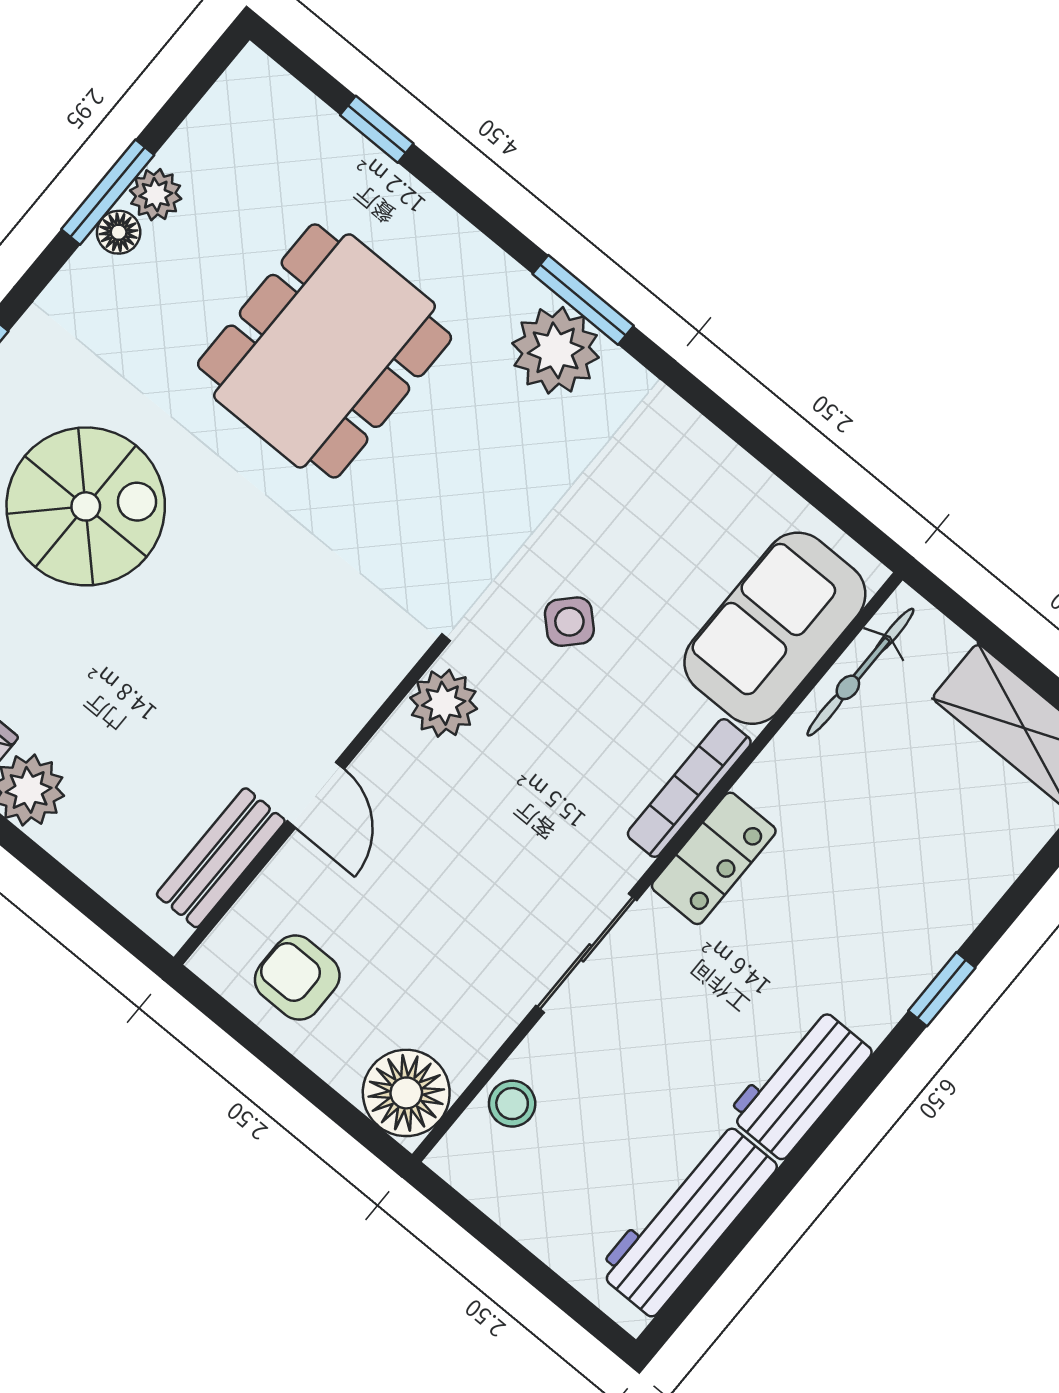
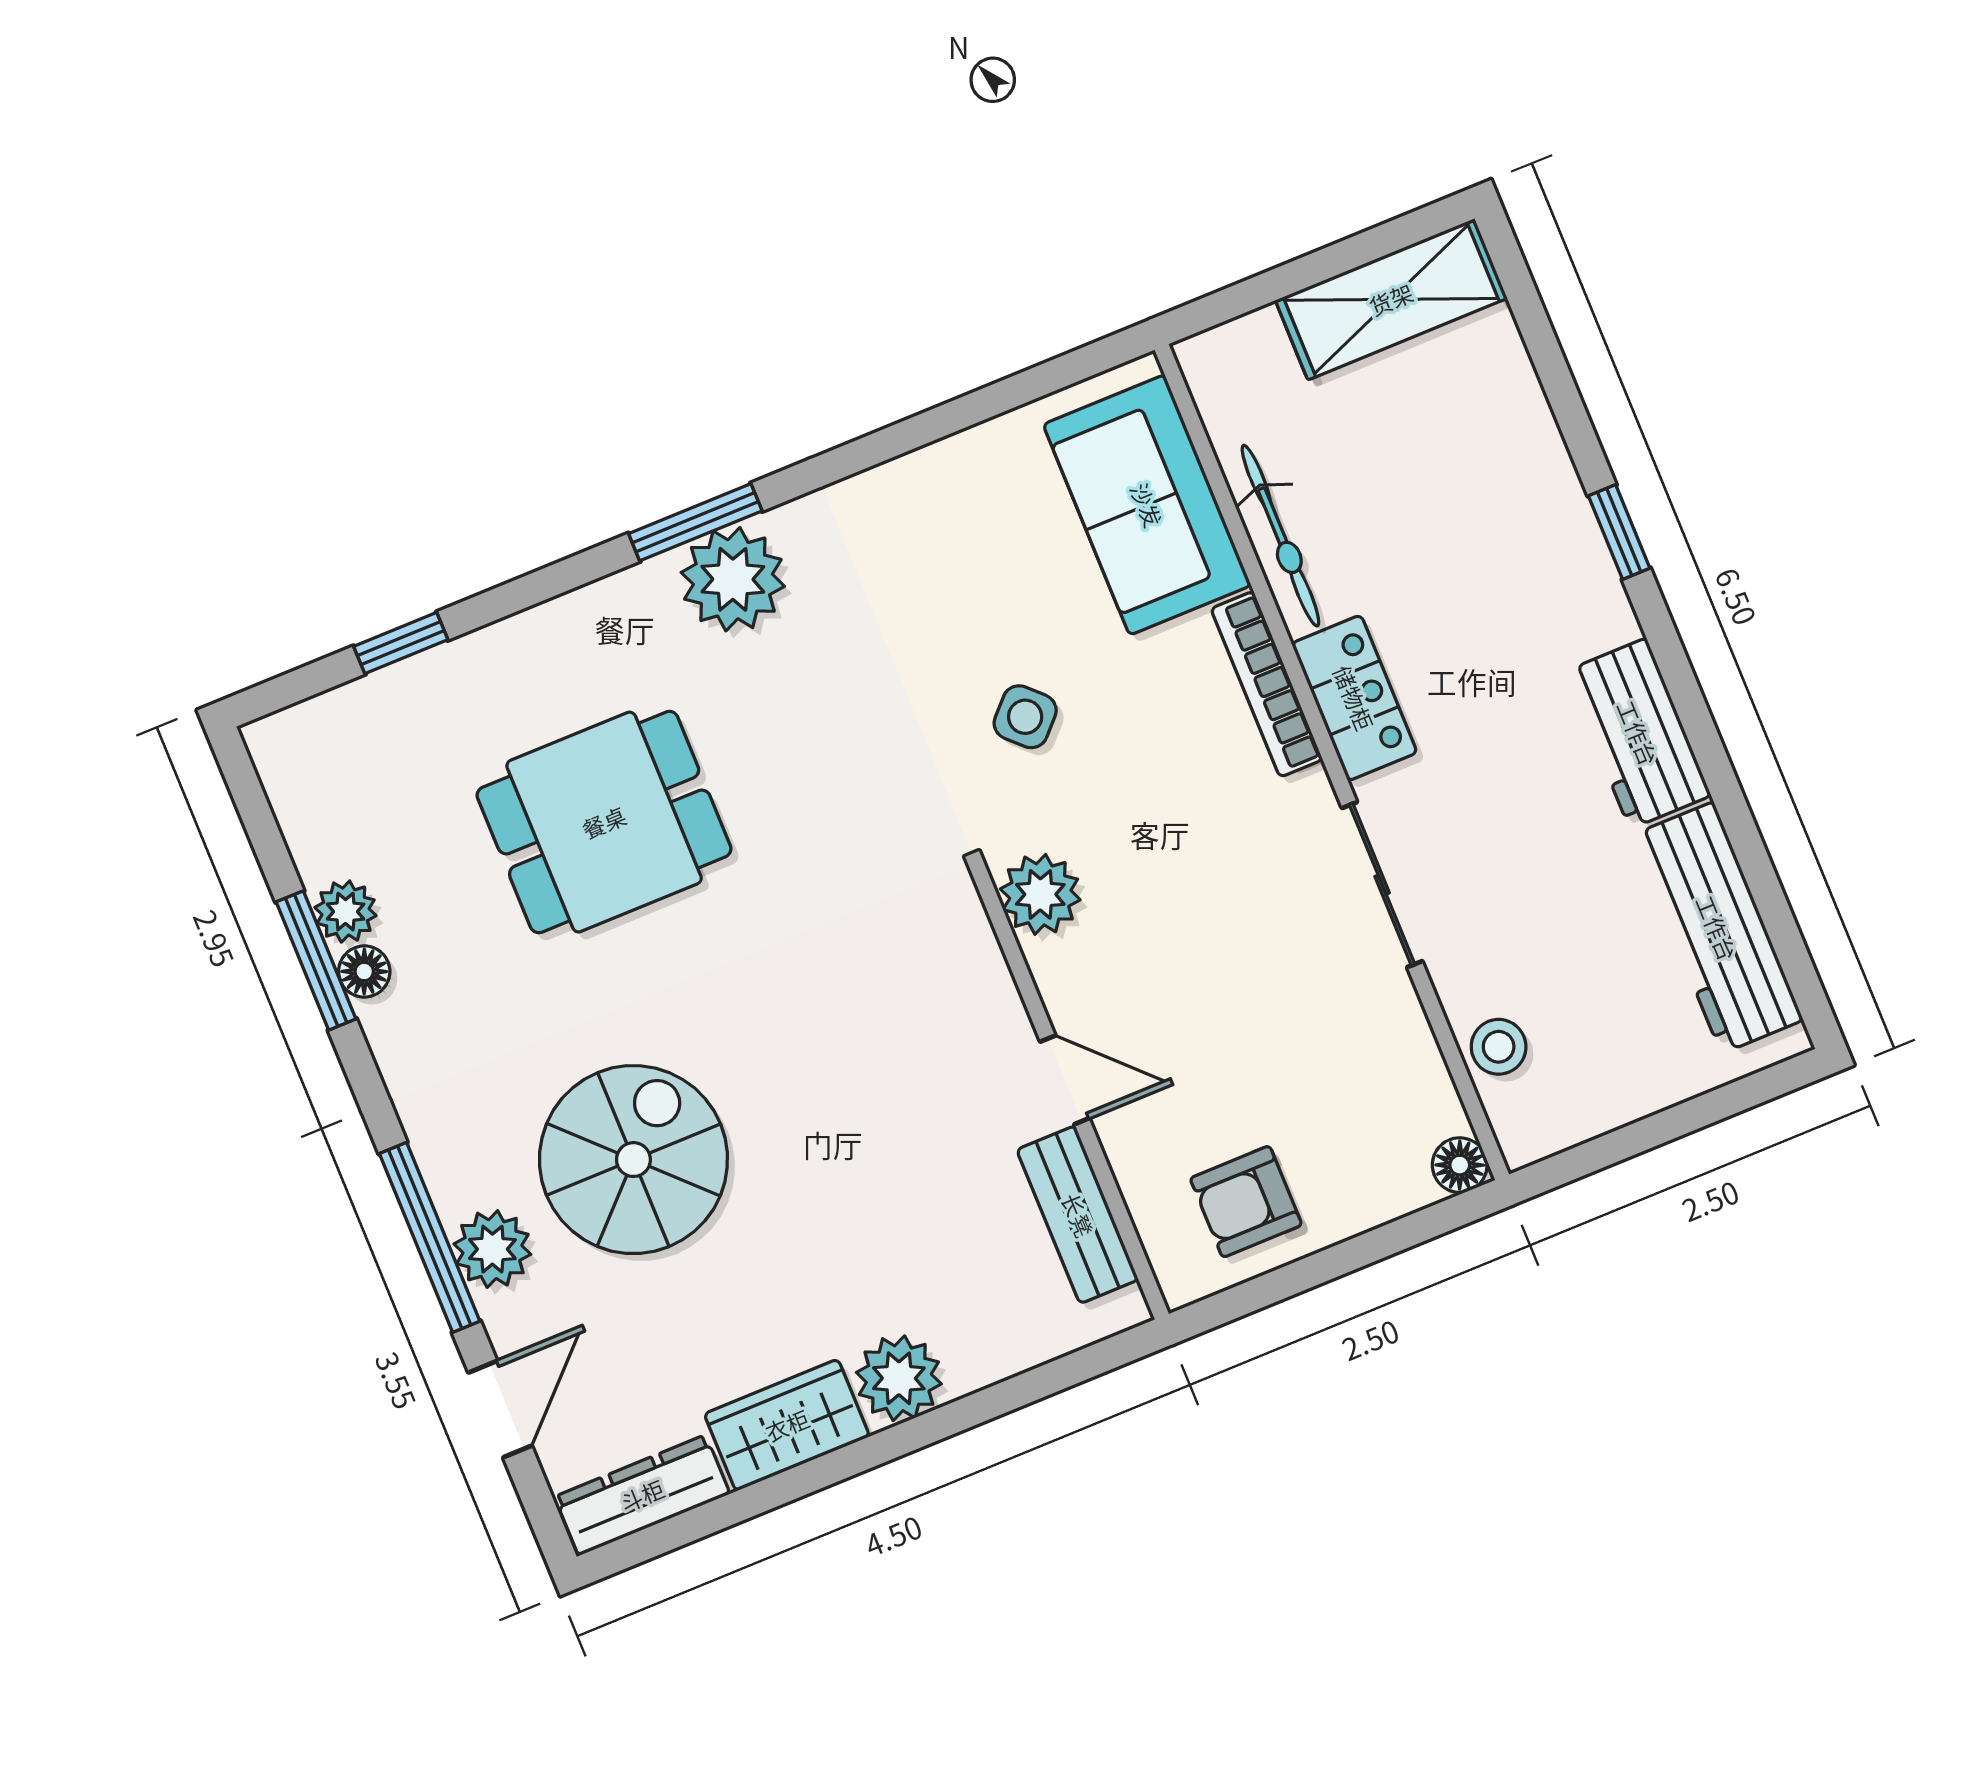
dining table: (325, 351) -> (604, 822), width x0.73
bicycle: (860, 672) -> (1280, 536), moved
floor lamp: (406, 1093) -> (1460, 1165), width x0.53, depth x0.53

